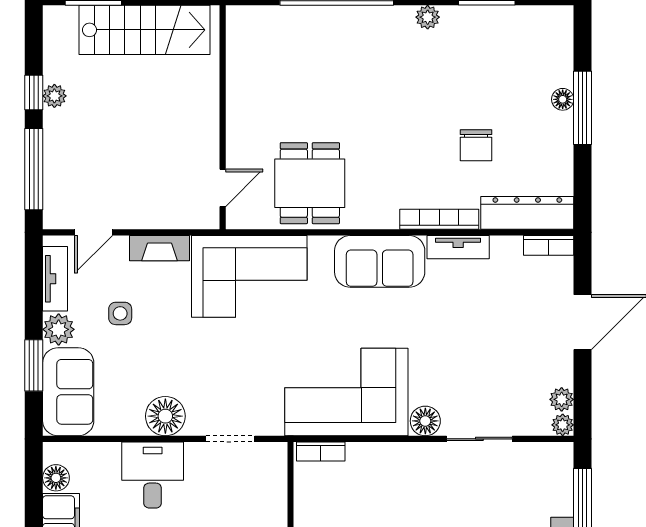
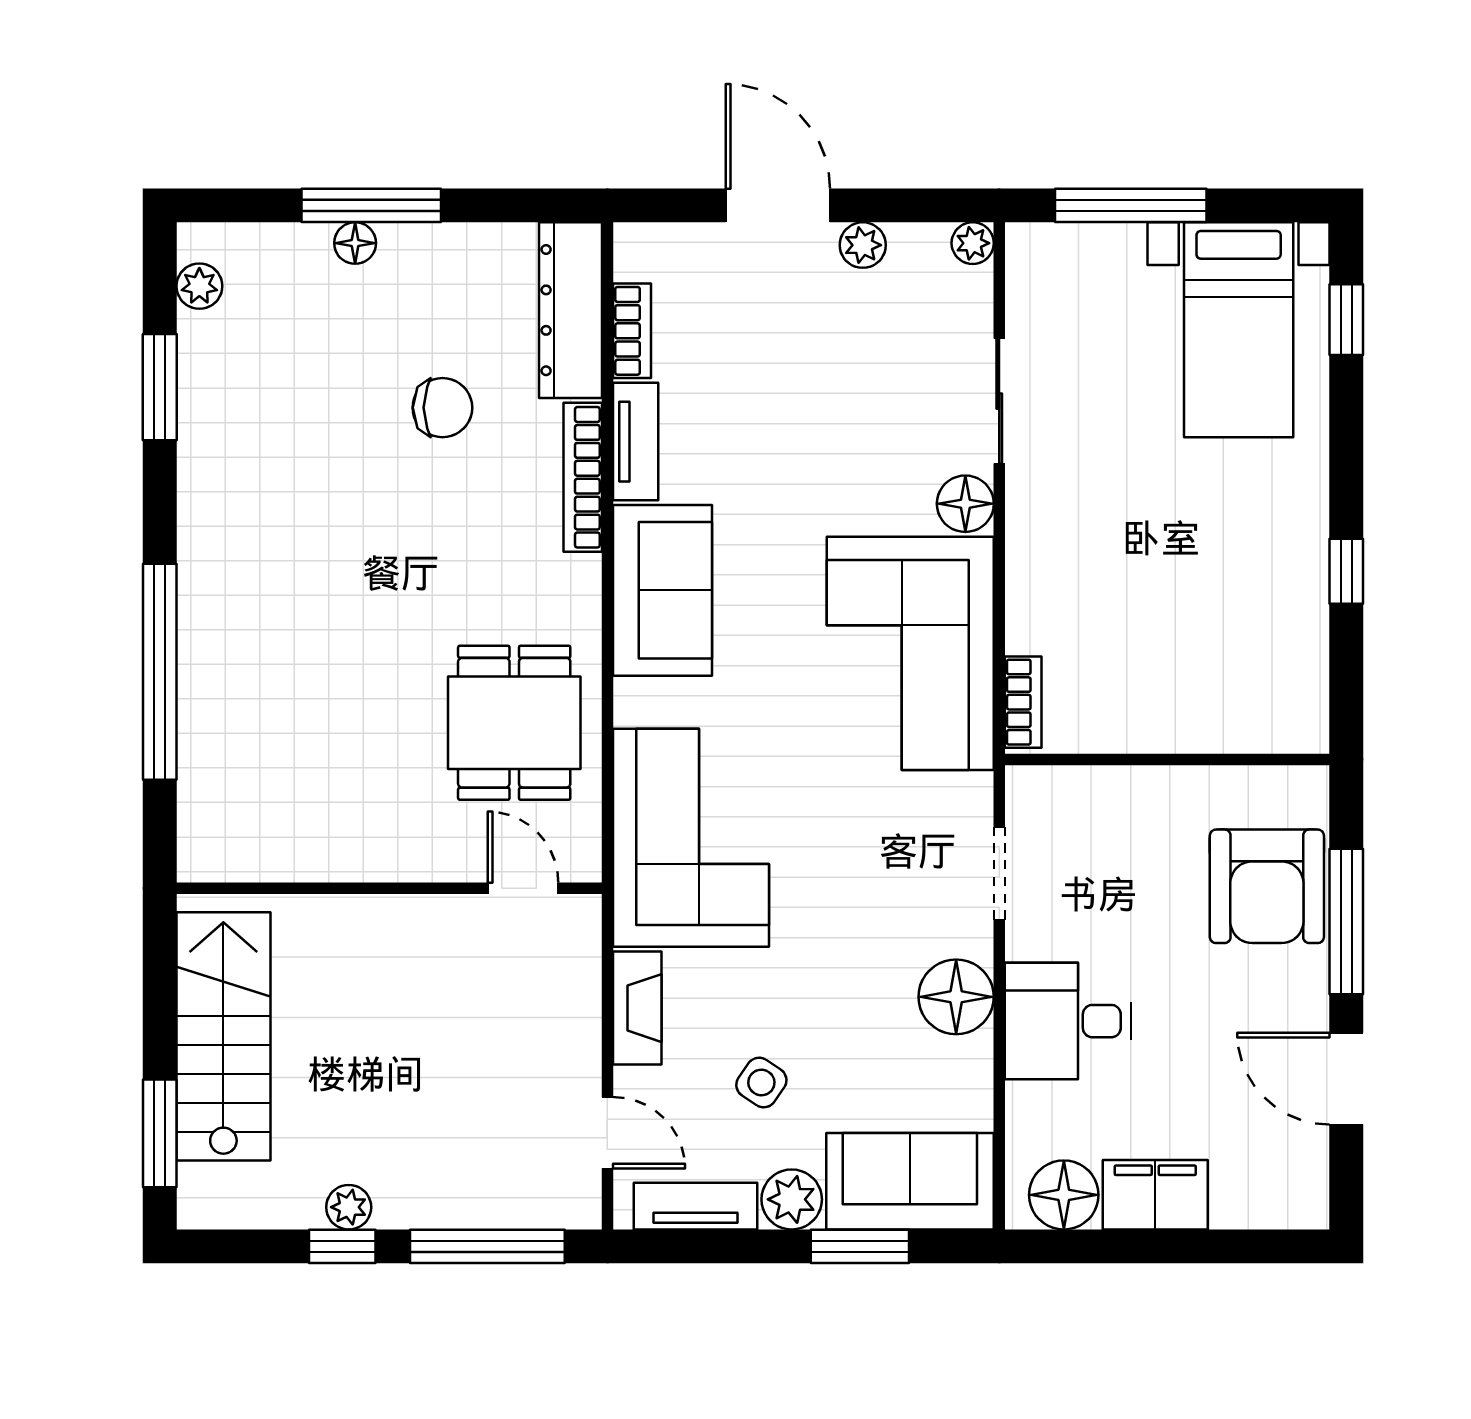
plant: (428, 17) -> (199, 286), moved
dining table: (310, 183) -> (514, 723), turned 90
bookcase: (549, 245) -> (632, 331), moved
side table: (120, 313) -> (761, 1083), turned 34
plant: (562, 399) -> (863, 245), moved
floor lamp: (56, 478) -> (1064, 1195), width x1.38, depth x1.38

